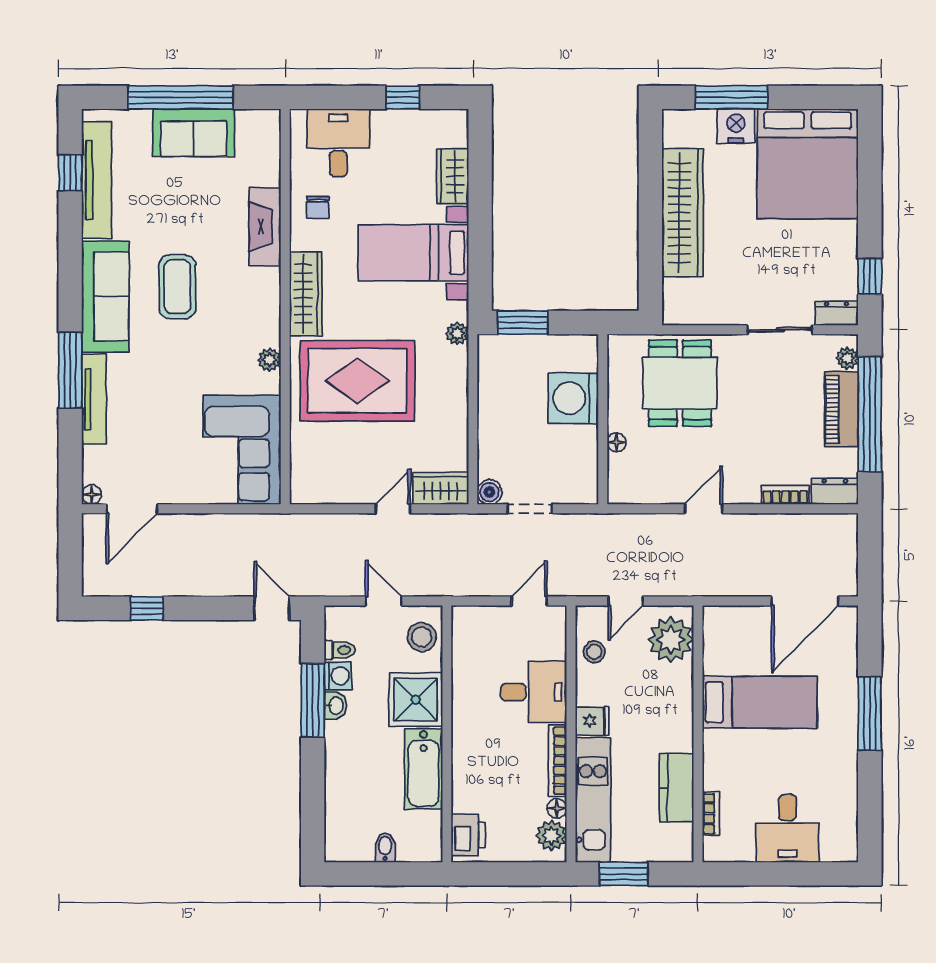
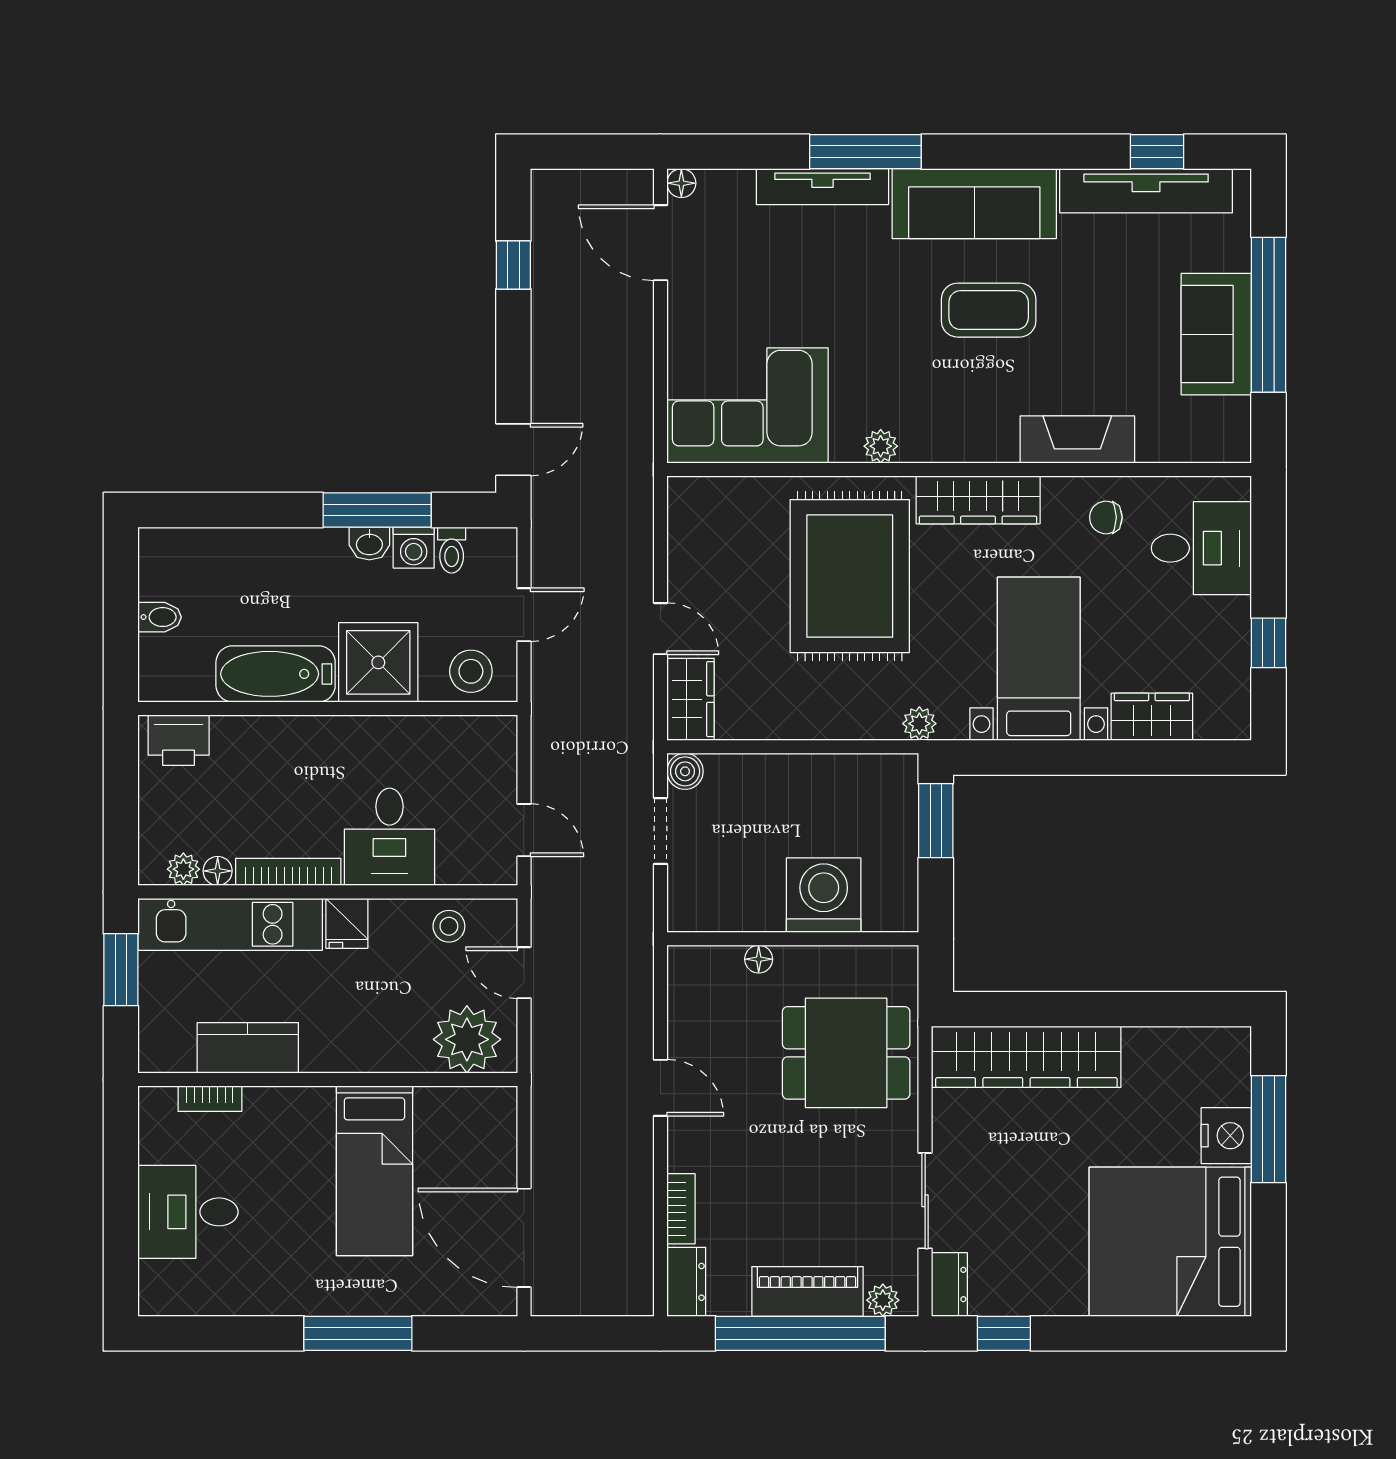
wardrobe: (683, 213) -> (1026, 1057), moved
plant: (551, 836) -> (183, 869), width x0.73, depth x0.73

